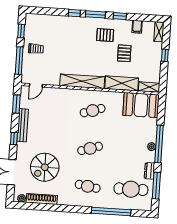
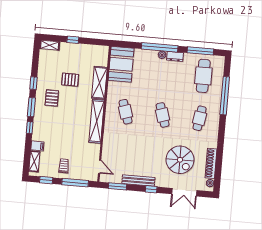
filing cabinet: (137, 27) -> (37, 146), moved
shelving: (149, 87) -> (34, 161), moved
dresser: (149, 171) -> (175, 56), moved

